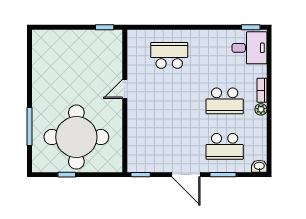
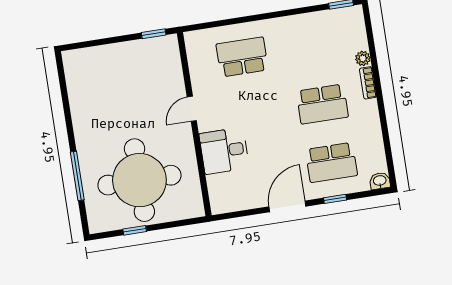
desk: (249, 48) -> (224, 151), moved, turned 180
plant: (261, 109) -> (363, 58), moved
window: (141, 175) -> (229, 215), removed
door: (186, 175) -> (287, 206), swing flipped
window: (223, 175) -> (335, 199), width x0.67

